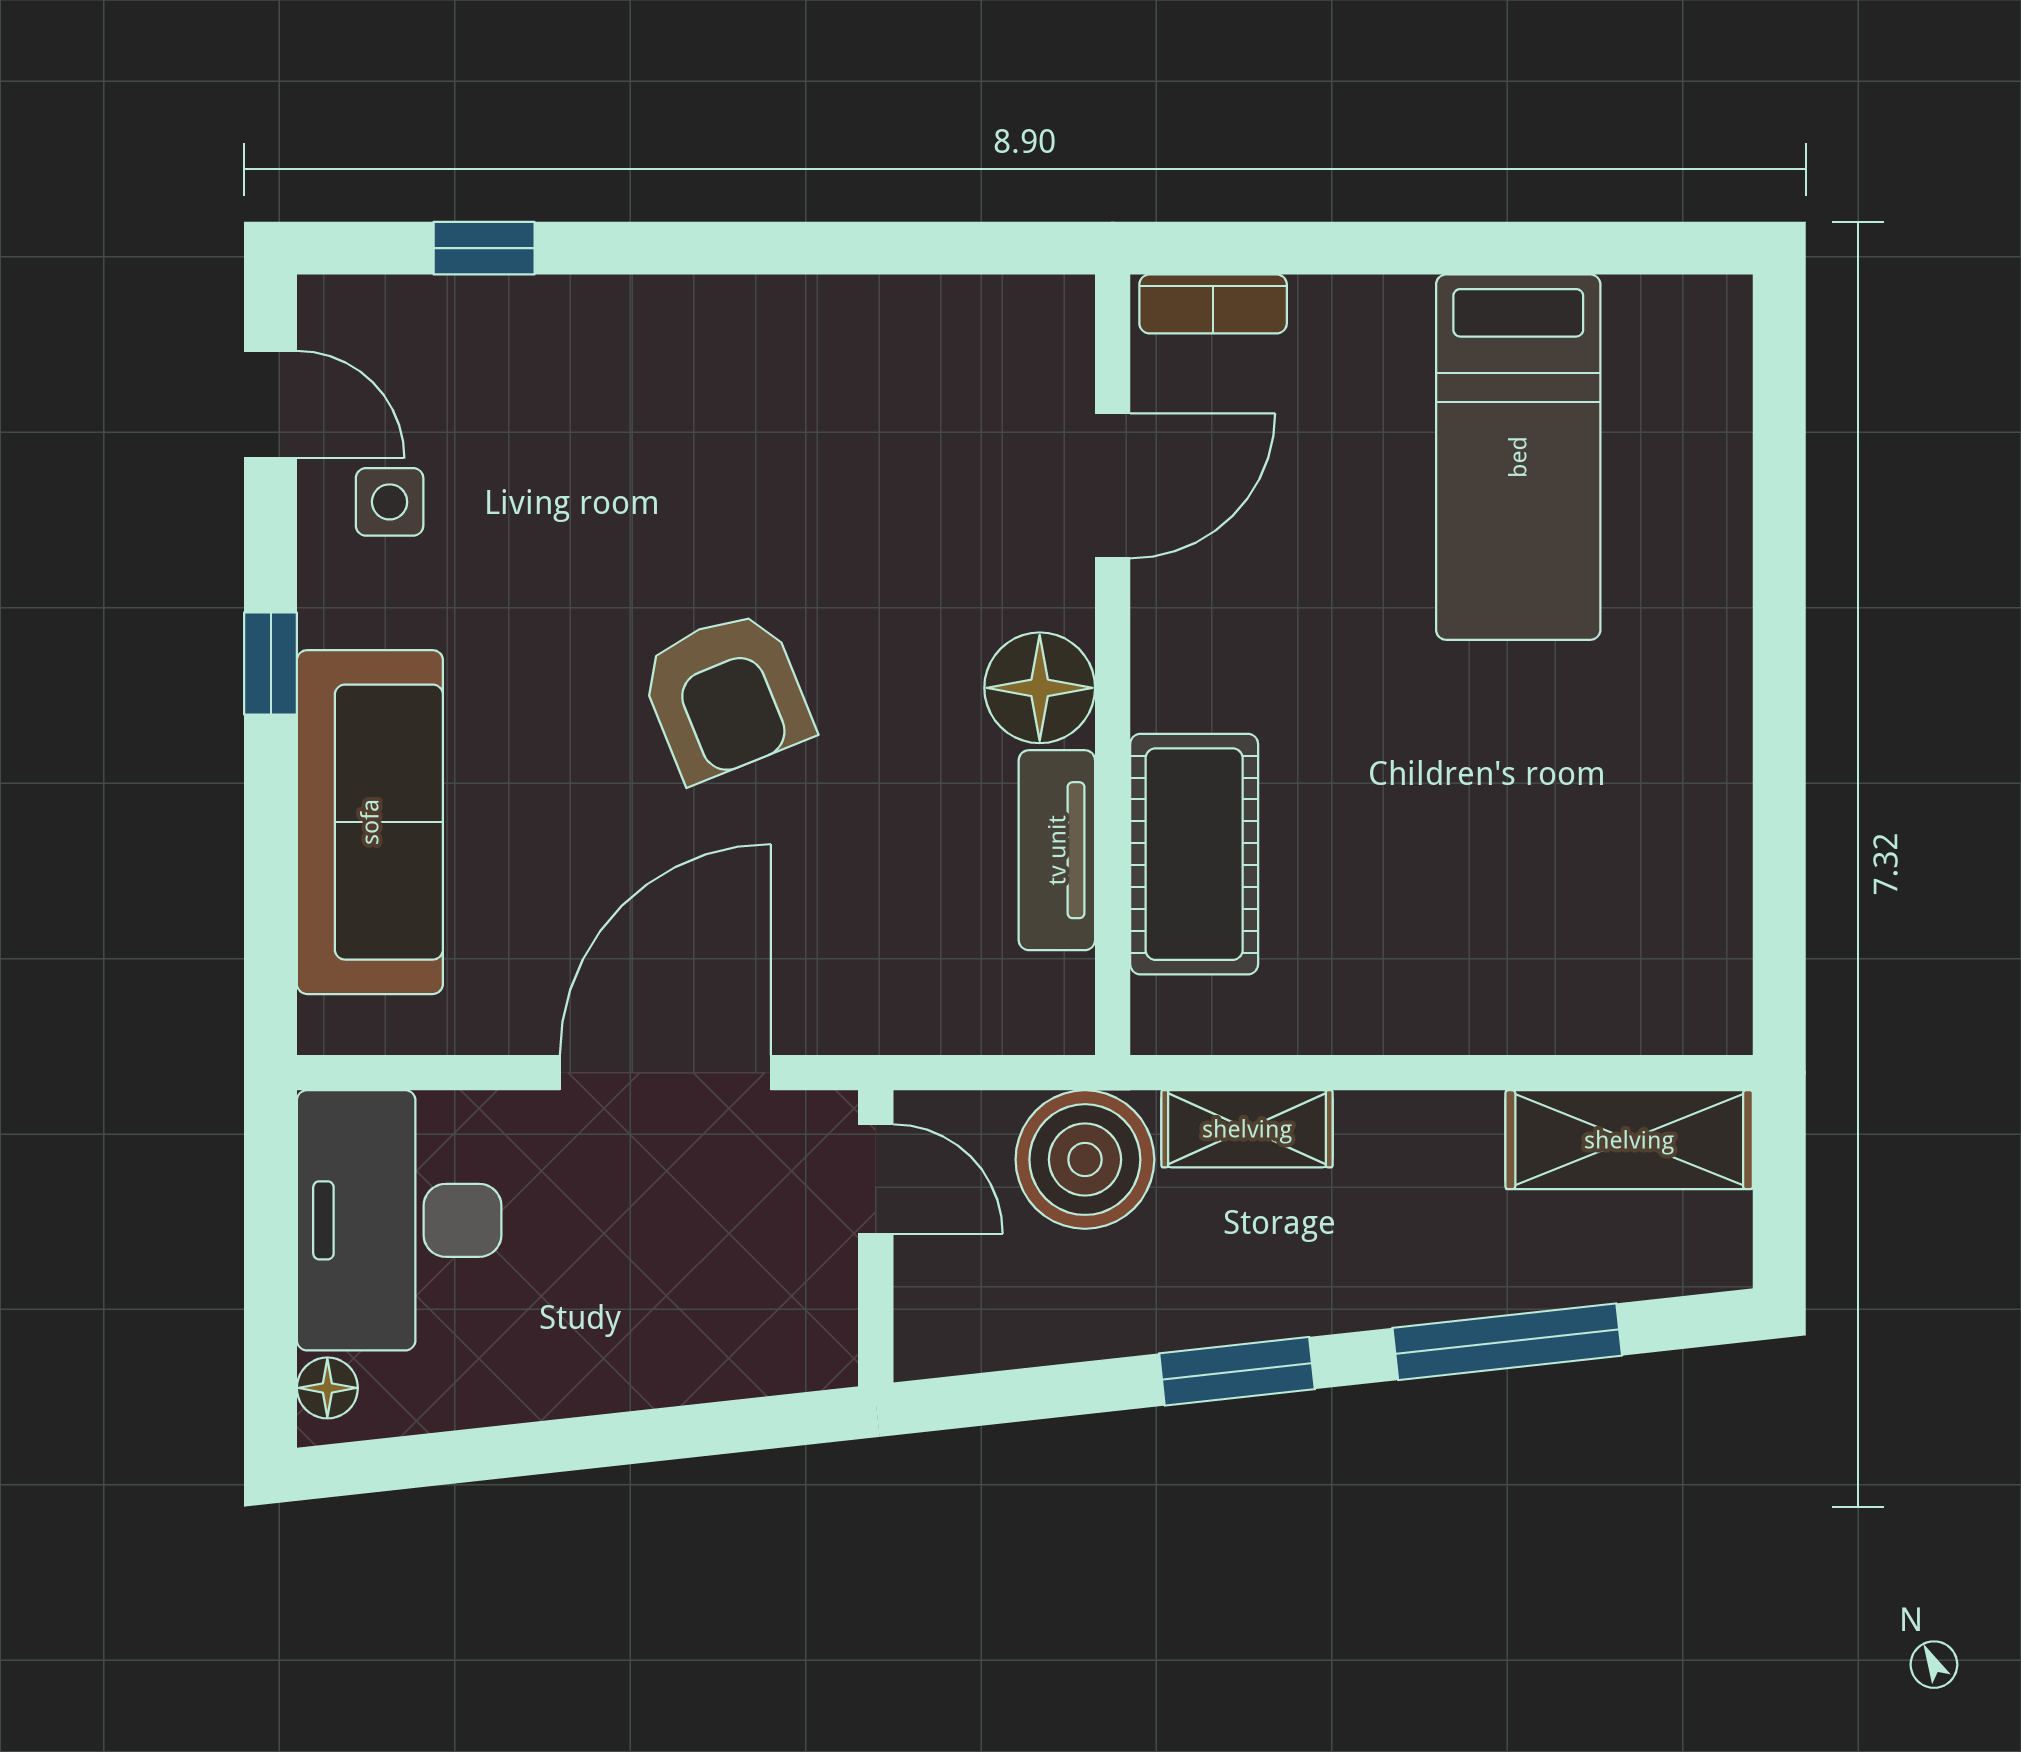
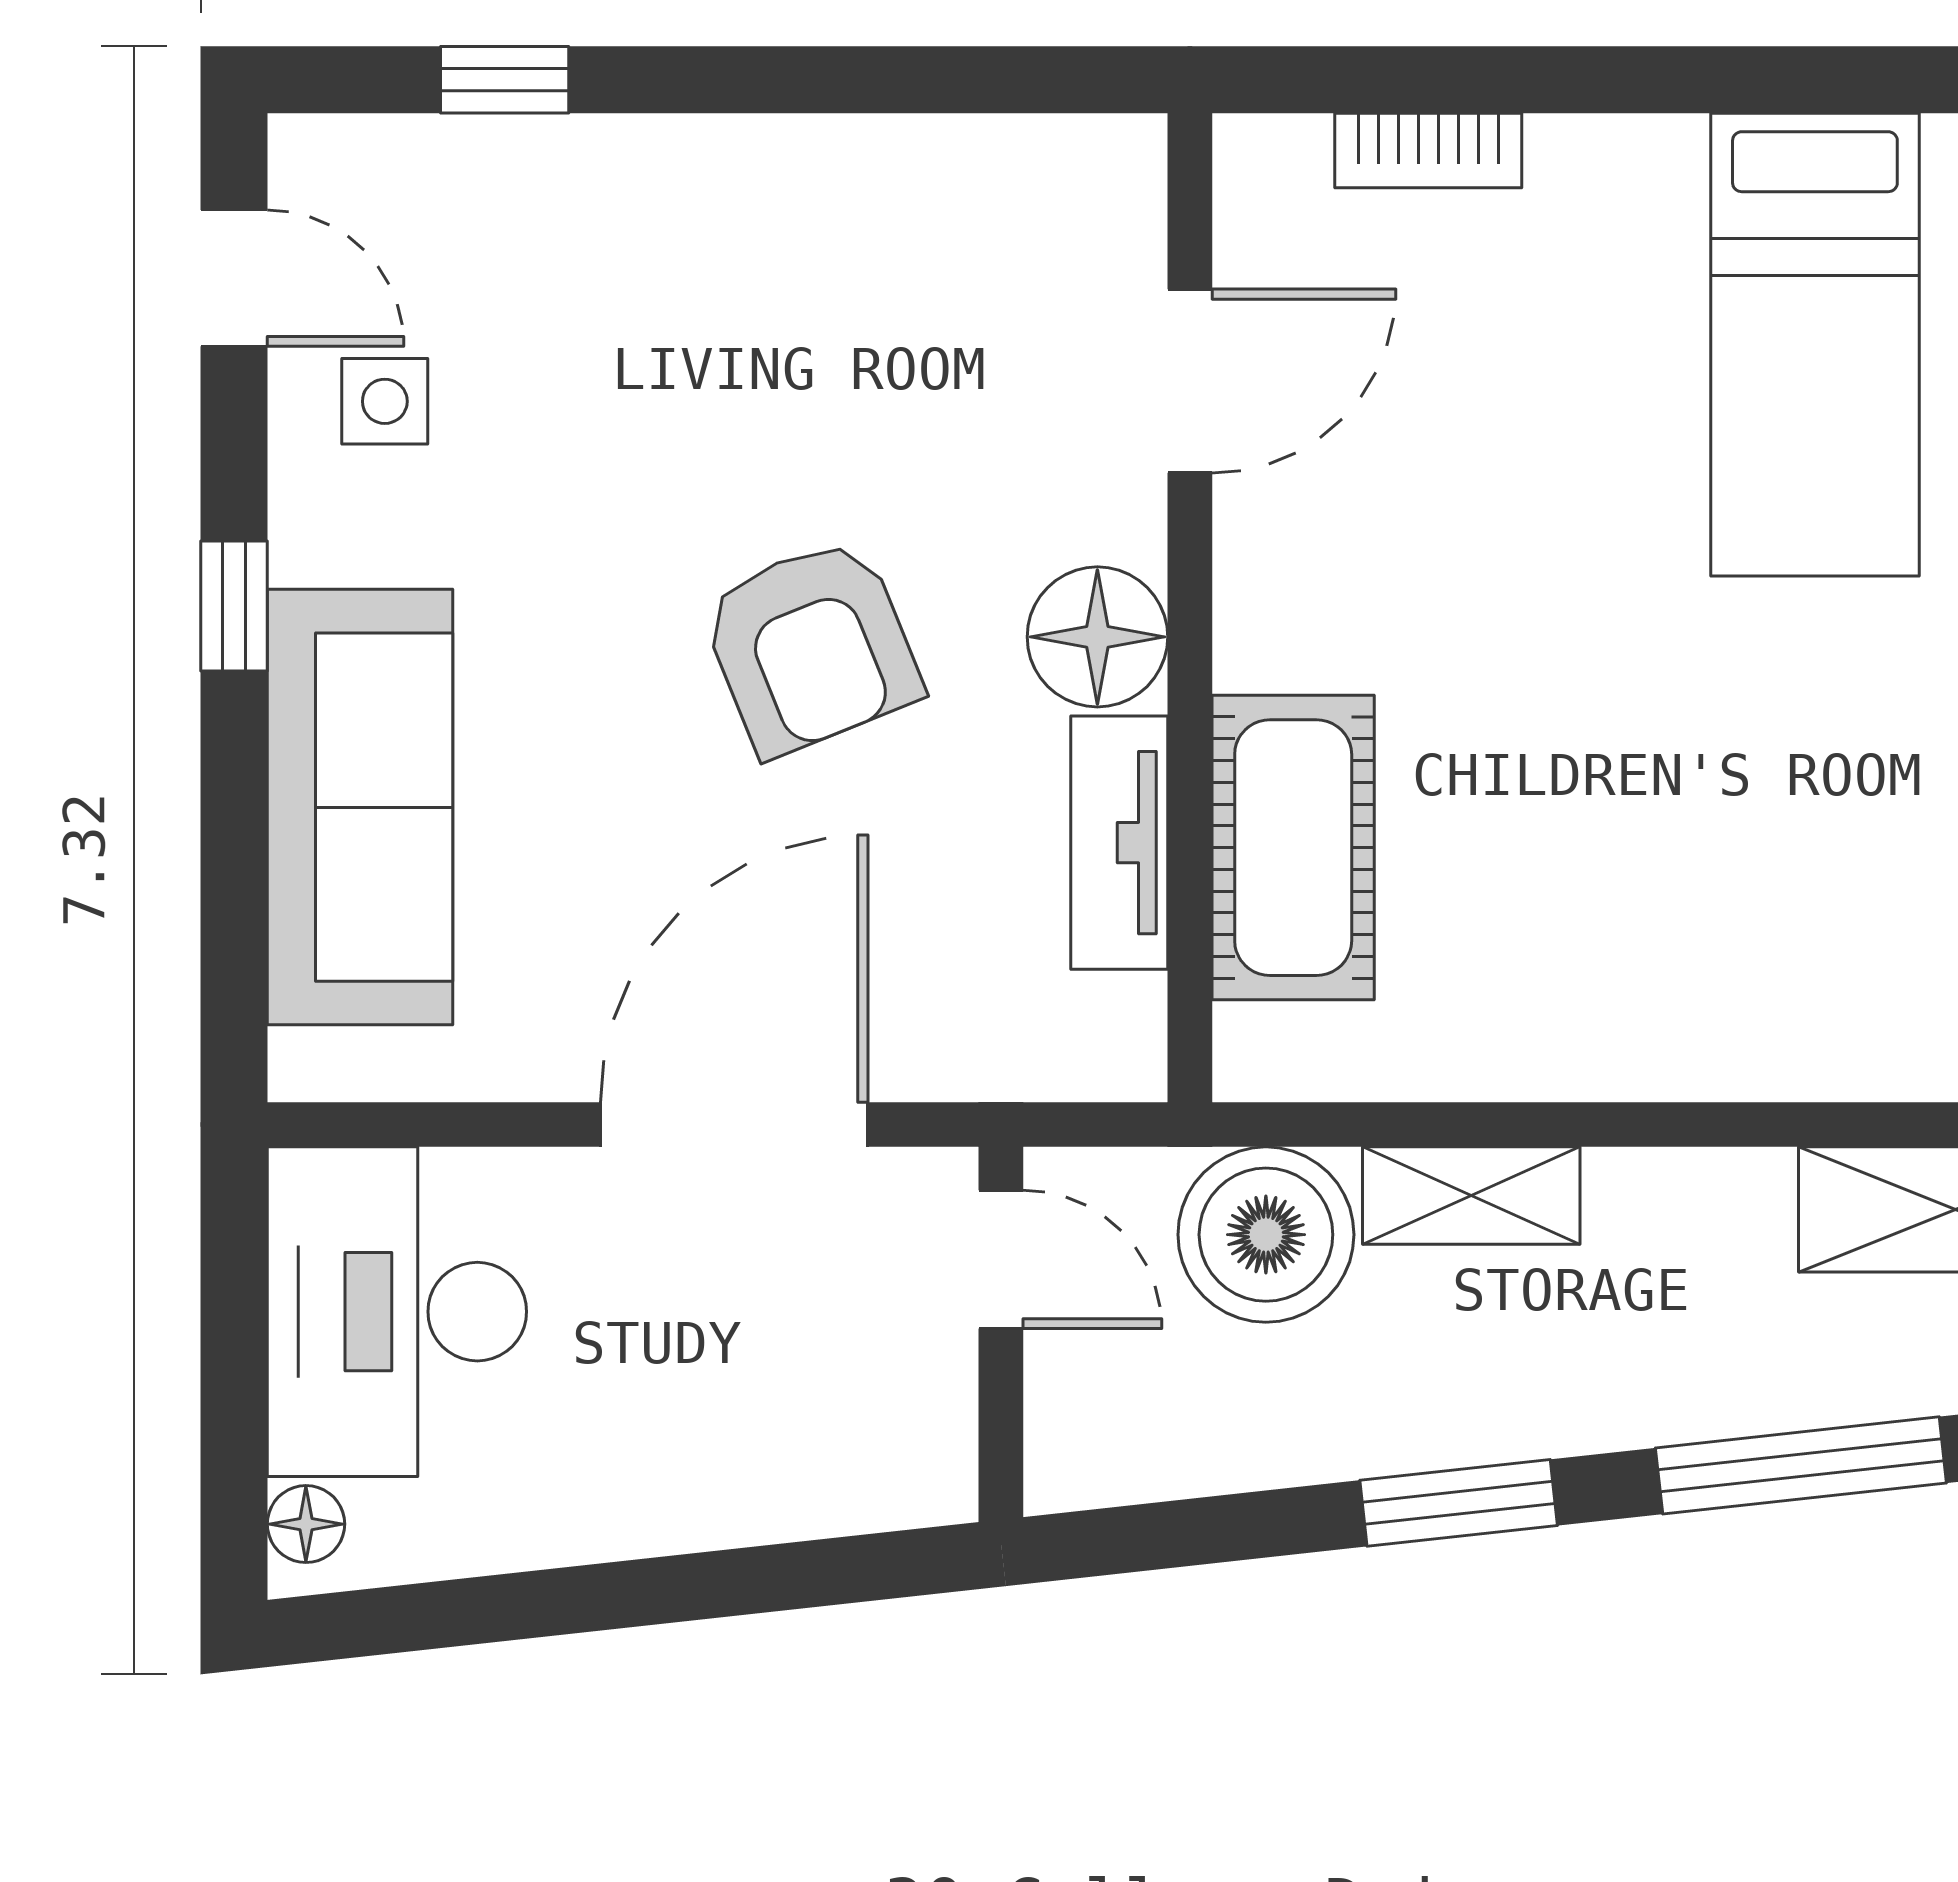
door: (1113, 486) -> (1190, 381), moved
wall: (1113, 665) -> (1190, 608), moved
floor lamp: (1040, 688) -> (1097, 637), moved
tv unit: (1057, 850) -> (1119, 843), moved
cot: (1194, 854) -> (1293, 848), moved

